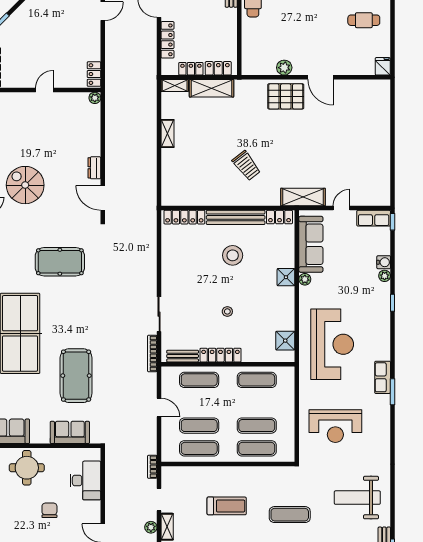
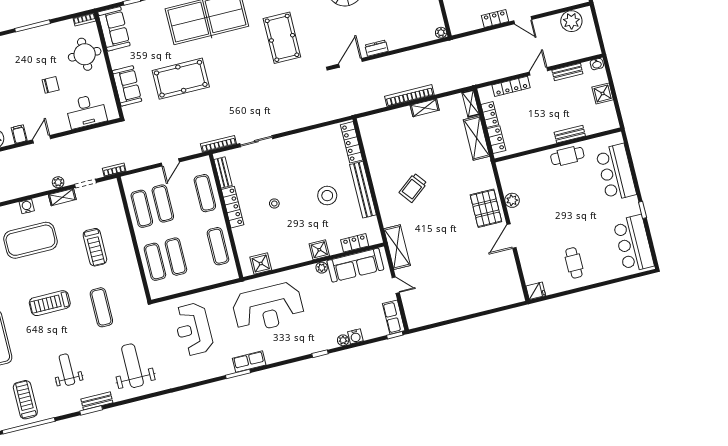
locker: (94, 74) -> (495, 18), moved
bookcase: (151, 146) -> (409, 96), added
locker: (280, 217) -> (355, 243), moved, turned 90

